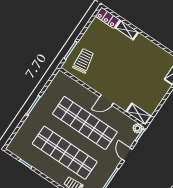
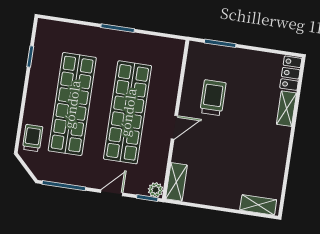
trolley: (83, 61) -> (213, 98), moved, turned -82
door: (106, 100) -> (174, 127), swing flipped

